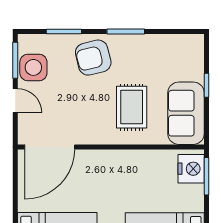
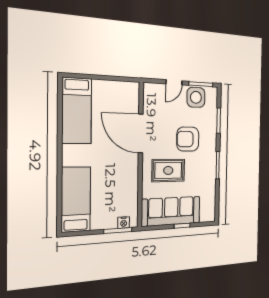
armchair: (93, 58) -> (188, 139), moved, turned -76
sofa: (186, 113) -> (171, 211), width x1.36
door: (50, 147) -> (141, 133), moved
nightstand: (191, 169) -> (124, 223), width x0.53, depth x0.56

